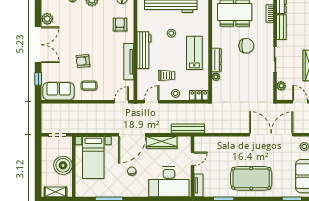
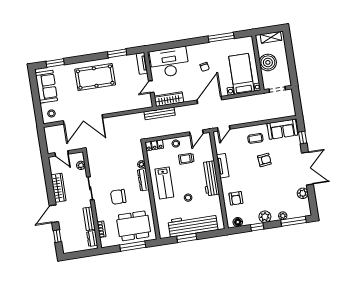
double door: (38, 45) -> (307, 168), swing flipped
tv unit: (129, 62) -> (223, 166), width x0.71
wardrobe: (162, 142) -> (169, 99), moved

